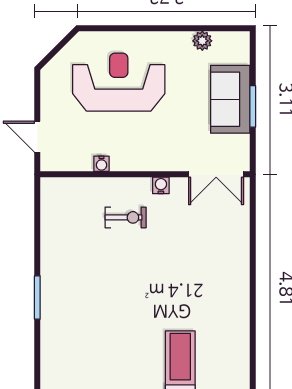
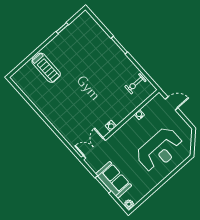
plant: (202, 41) -> (129, 204), moved
exercise bike: (126, 217) -> (135, 84), moved

